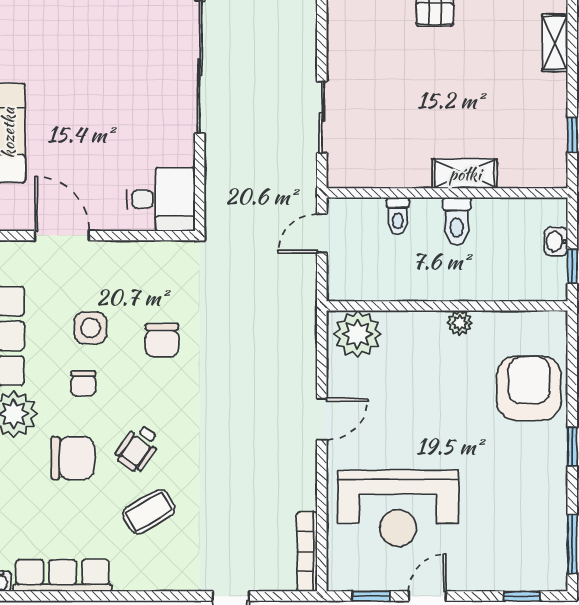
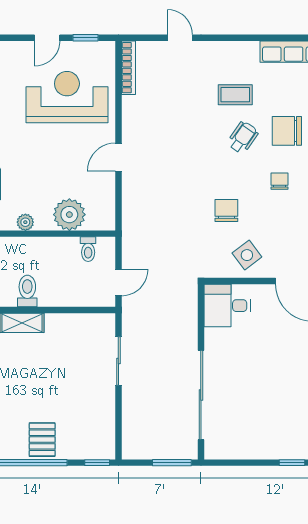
toilet: (398, 216) -> (88, 249), moved, turned 180
side table: (90, 328) -> (247, 255), moved, turned -37
plant: (358, 334) -> (69, 215), moved
coffee table: (149, 512) -> (235, 95), turned 30

